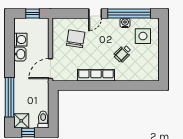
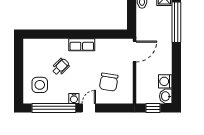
water cooler: (125, 23) -> (74, 98), moved
washbasin: (20, 54) -> (166, 96), moved
row of seats: (96, 75) -> (82, 45), width x0.68

